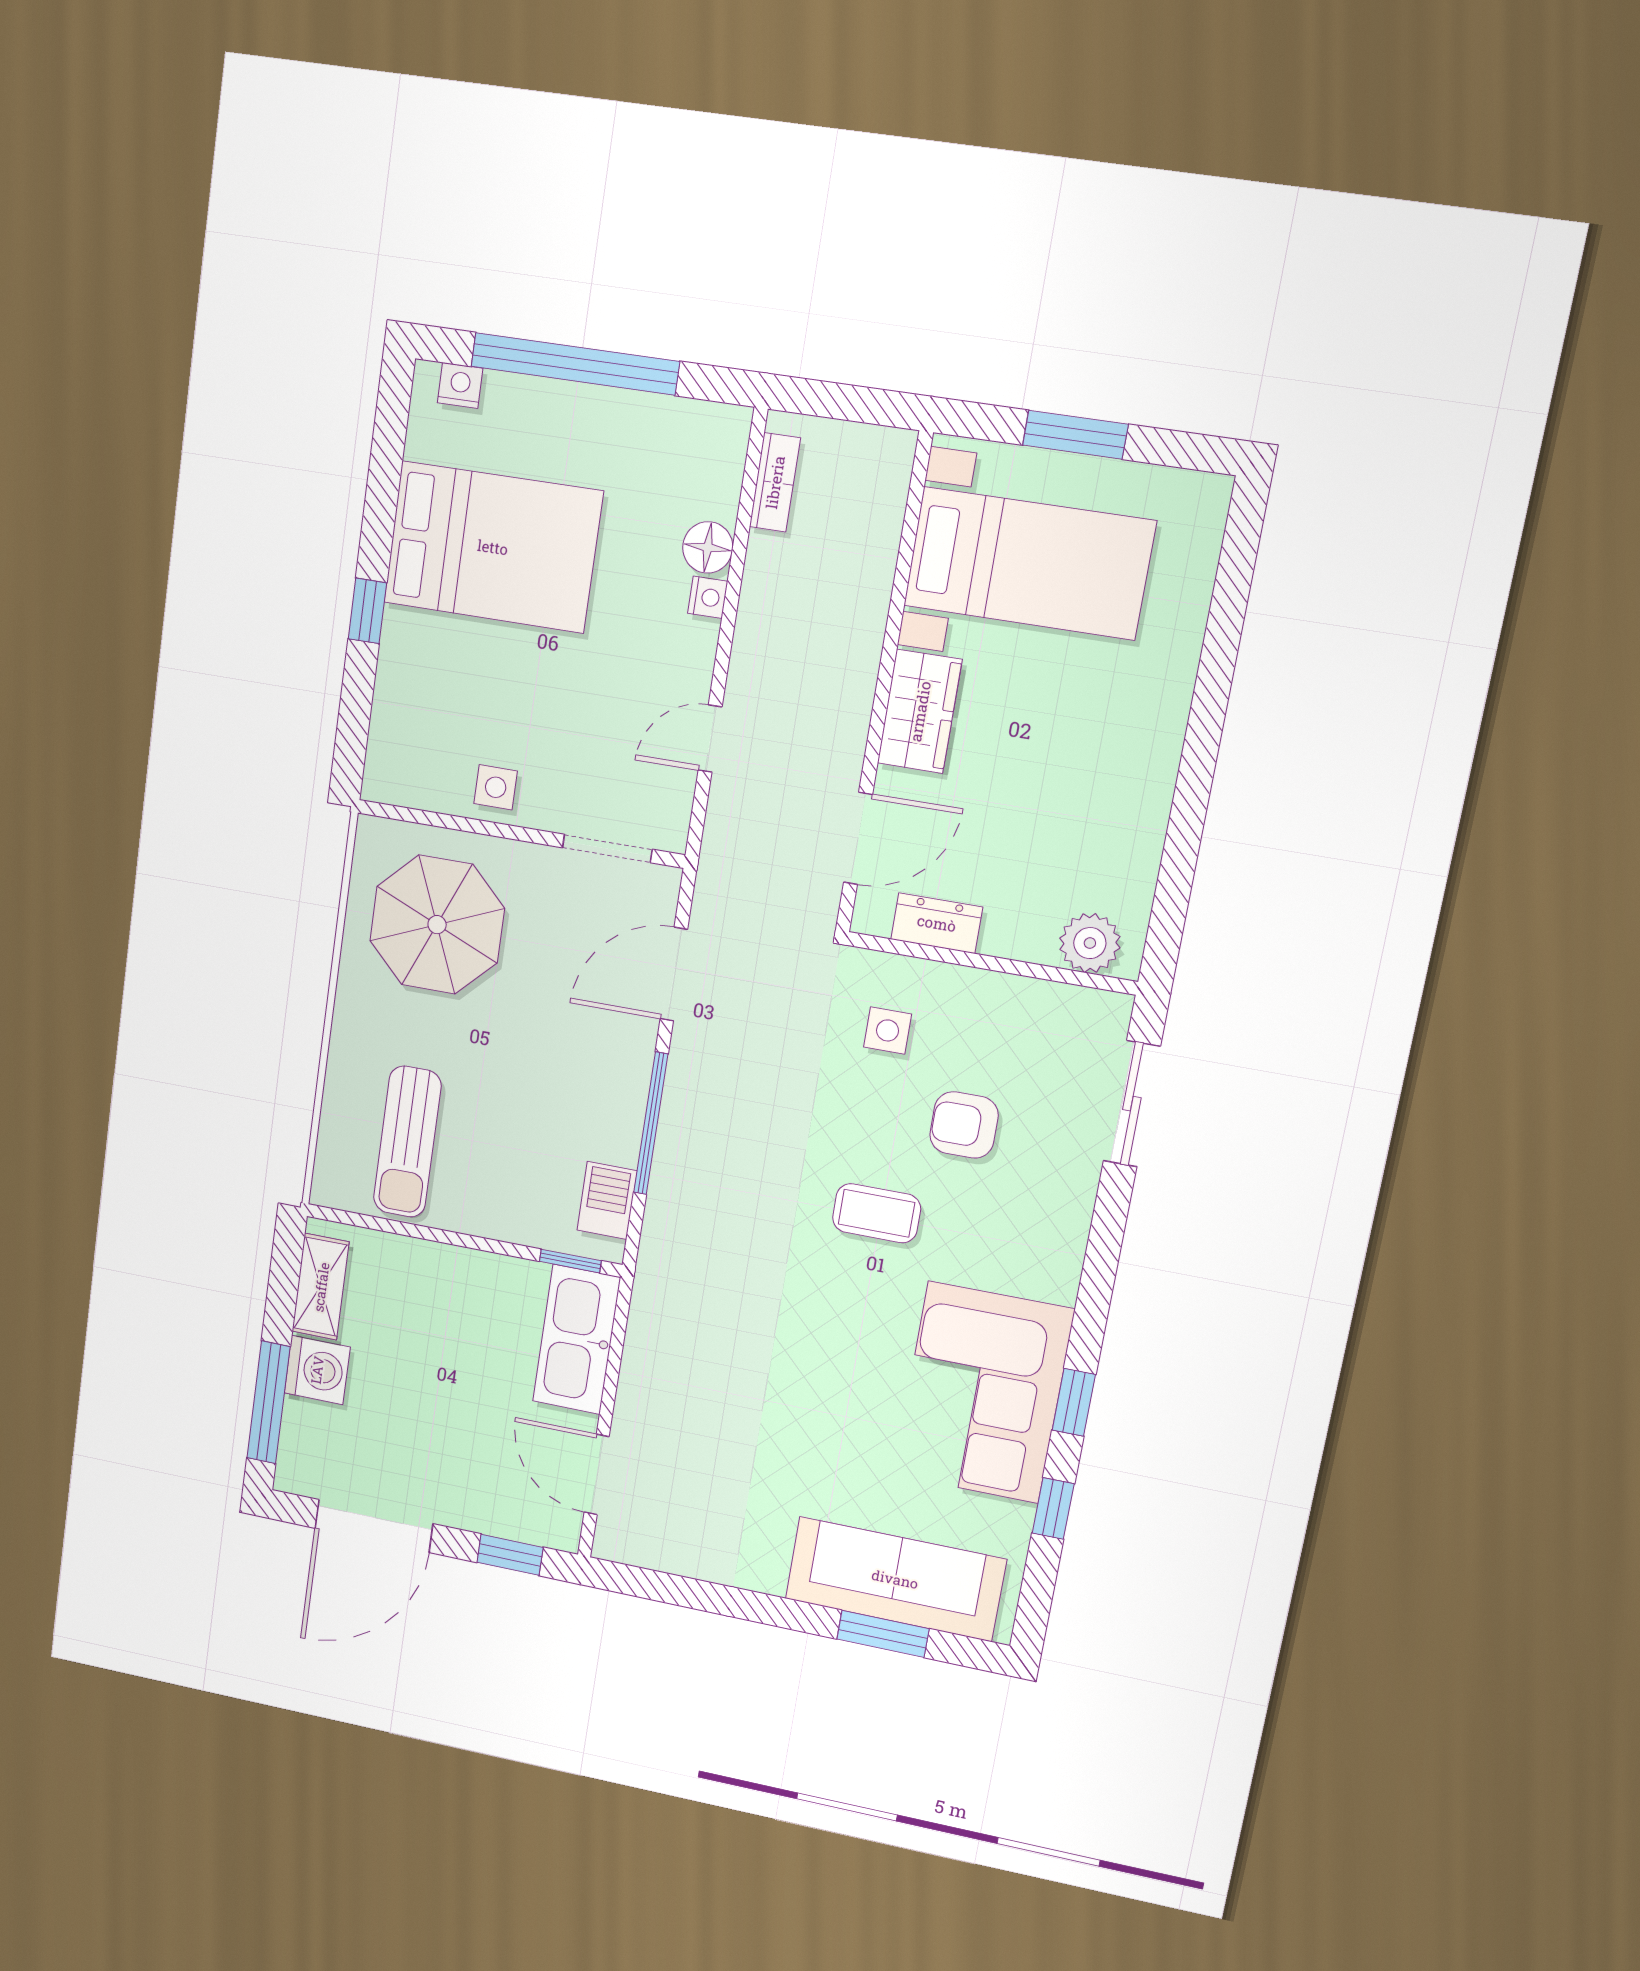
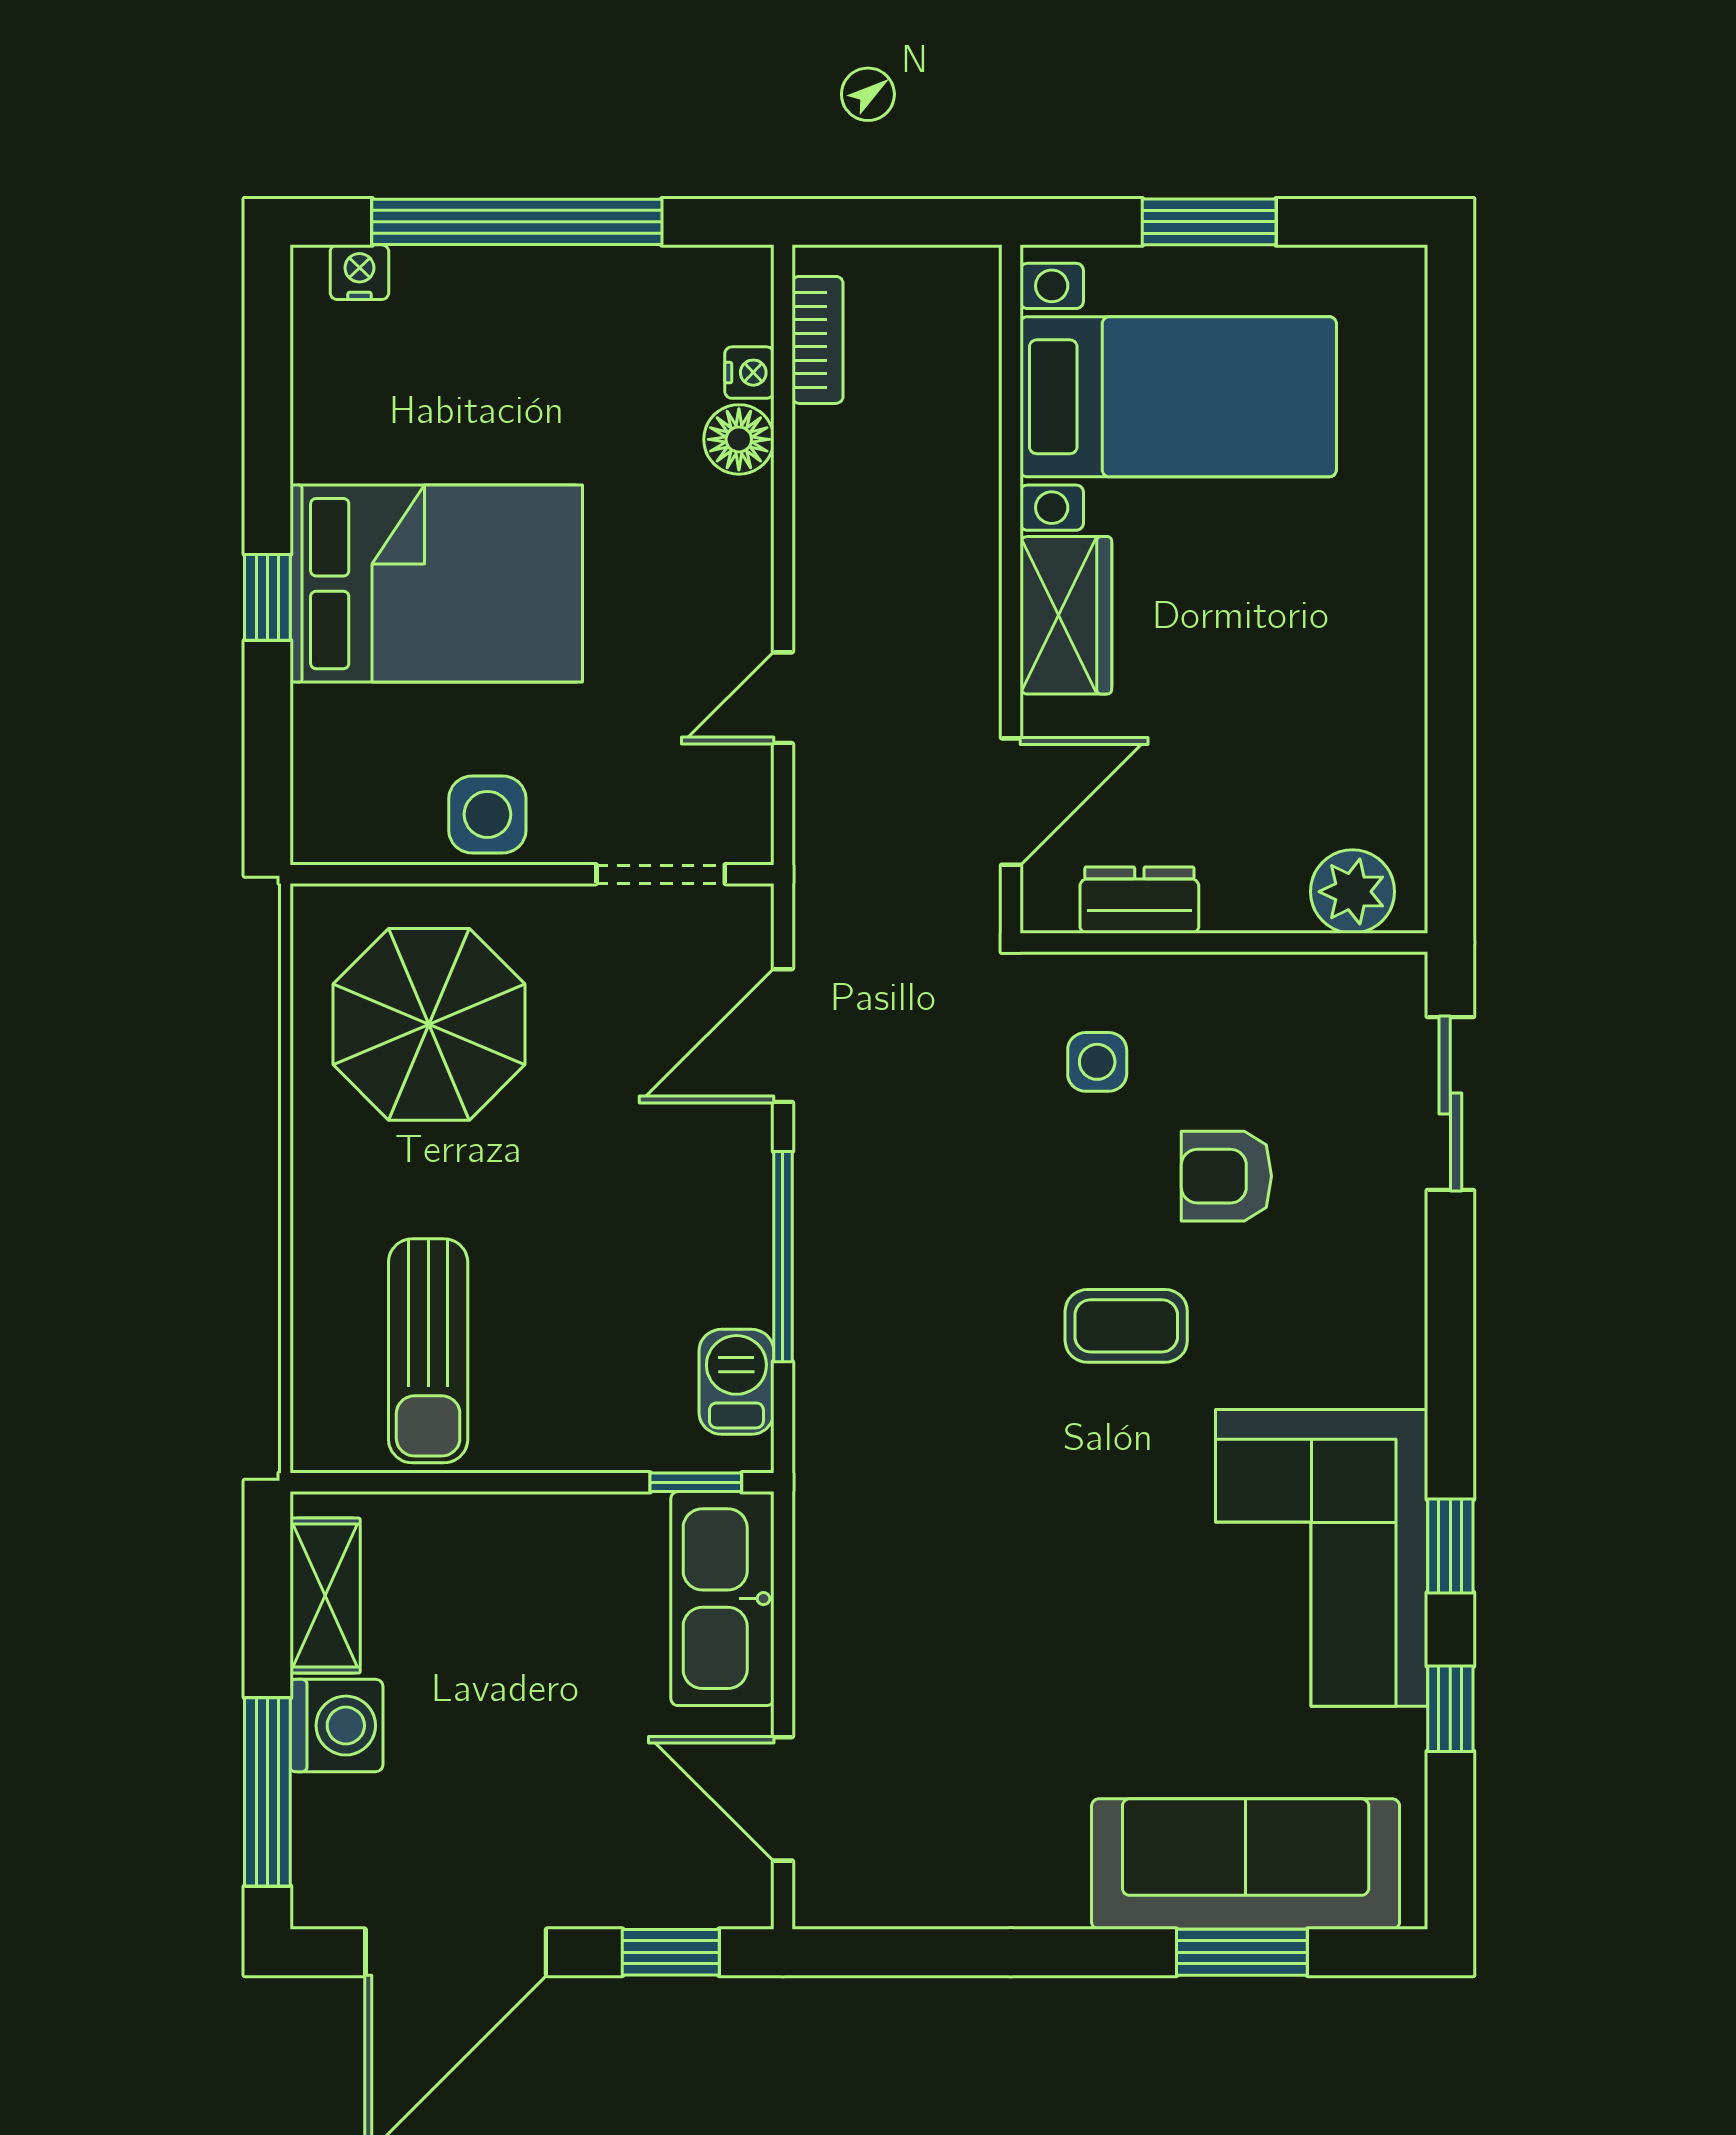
bed: (493, 547) -> (436, 584), moved
nightstand: (708, 597) -> (749, 373), moved
side table: (496, 787) -> (487, 814), width x1.37, depth x1.37

